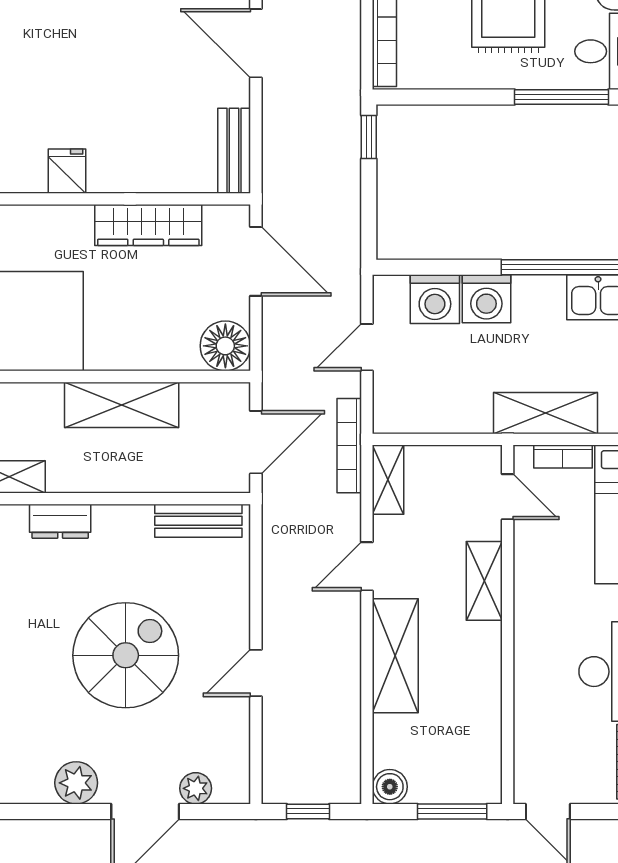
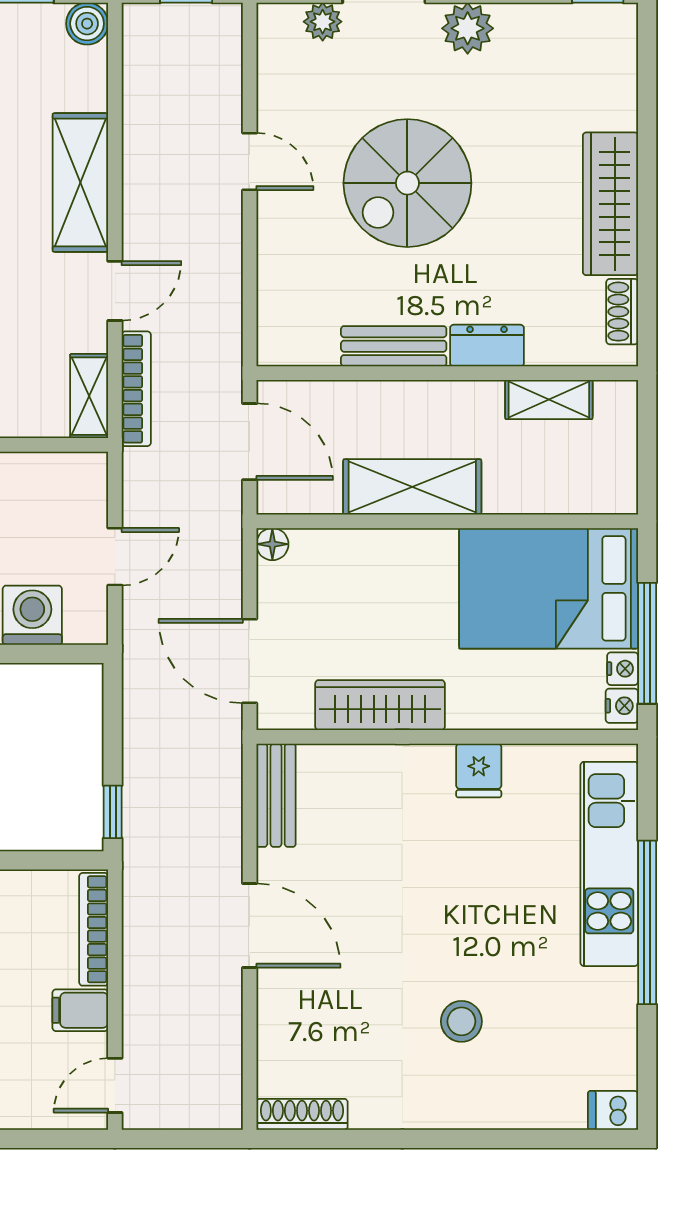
floor lamp: (225, 346) -> (272, 544), width x0.53, depth x0.53
door: (256, 442) -> (250, 442), swing flipped
bookcase: (349, 446) -> (136, 389), moved
bench: (198, 521) -> (394, 346), moved
door: (256, 673) -> (250, 162), hinge flipped

